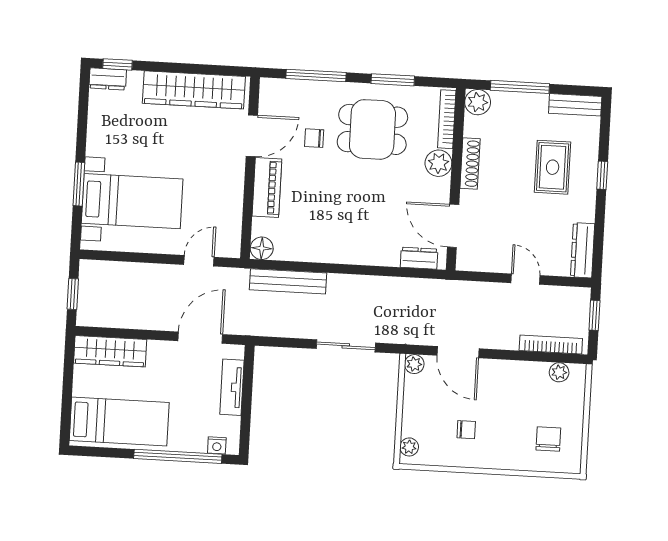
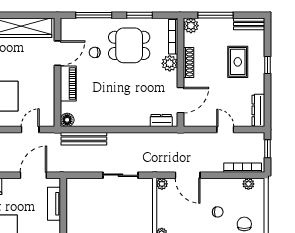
door: (453, 226) -> (180, 100), swing flipped
chair: (466, 430) -> (218, 212), moved

